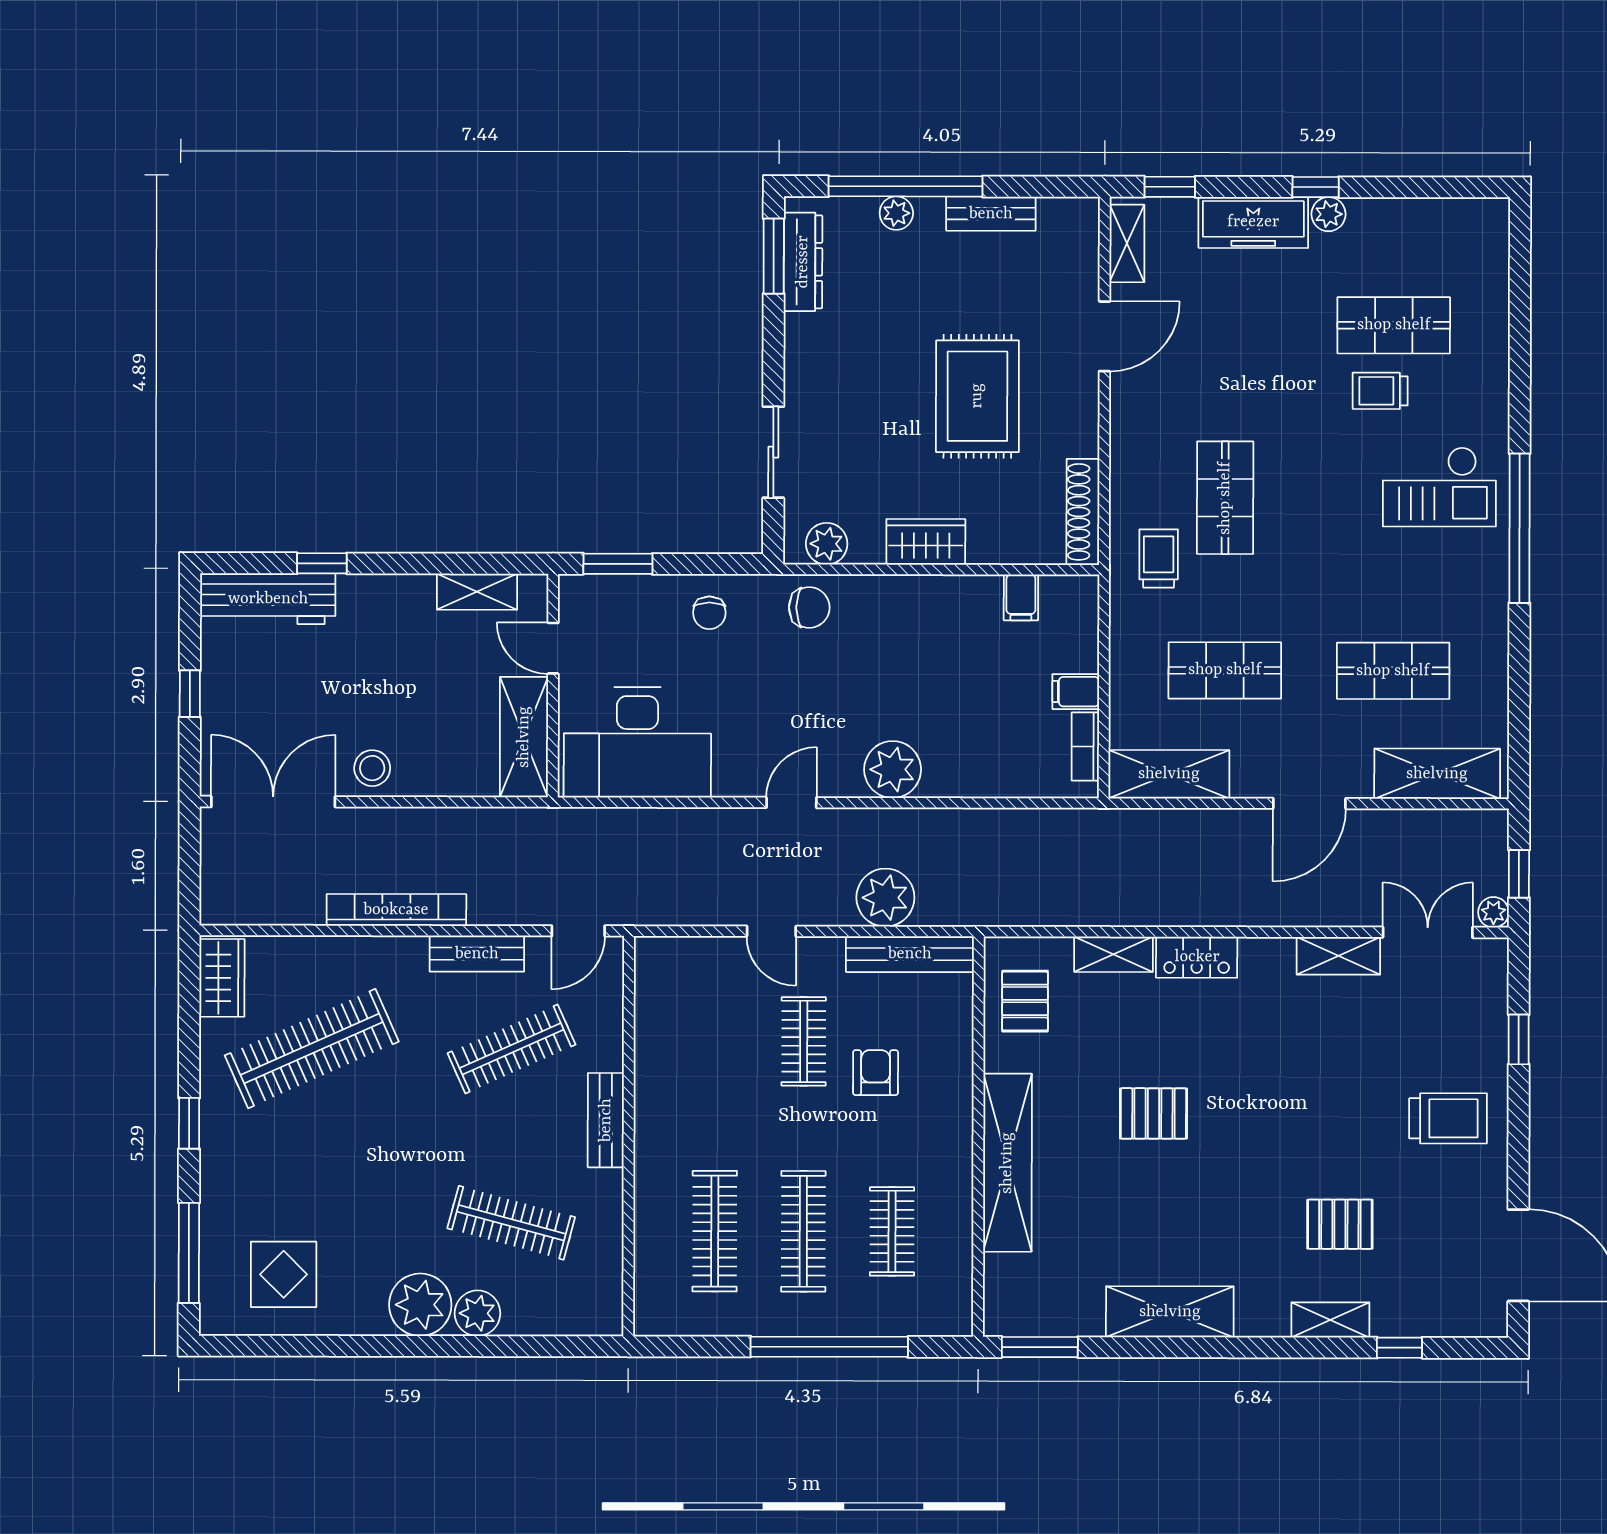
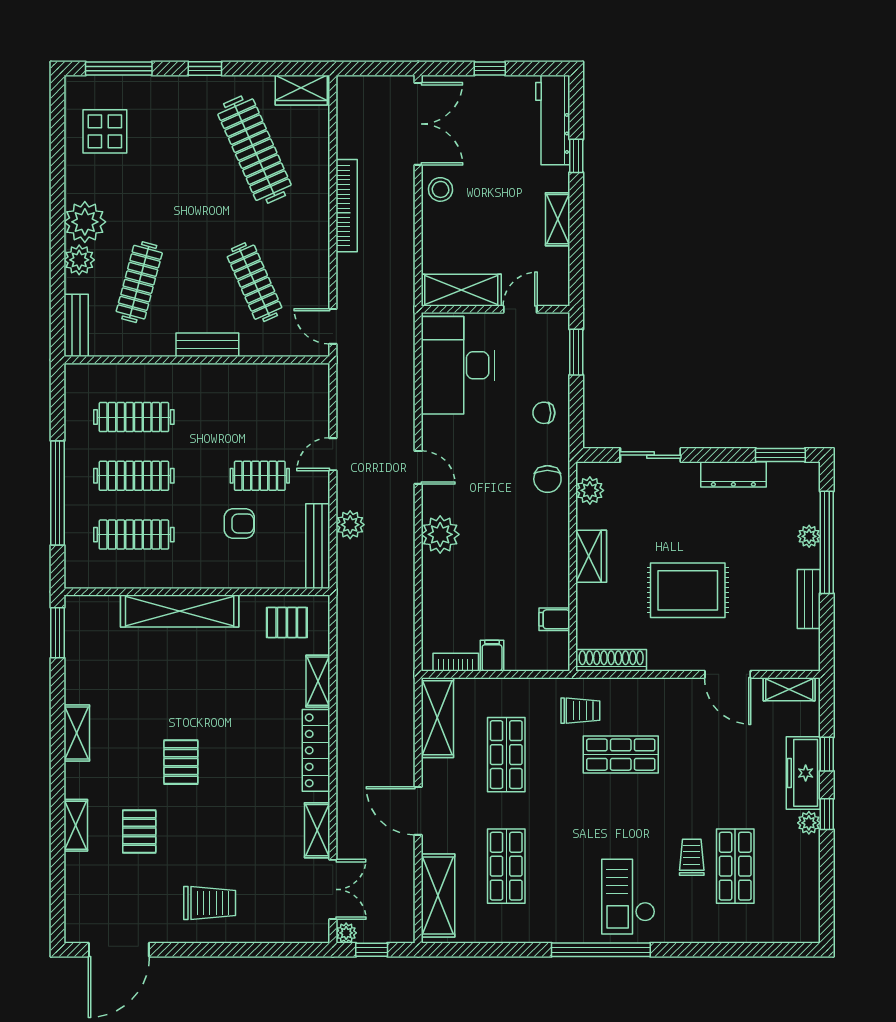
window: (1170, 187) -> (827, 754), moved
dresser: (803, 262) -> (733, 474), moved
shelving: (477, 592) -> (558, 219), moved
plant: (885, 898) -> (350, 525), width x0.73, depth x0.73
bench: (477, 954) -> (76, 325), moved
locker: (1197, 957) -> (316, 750), width x1.53
window: (1519, 1039) -> (262, 950), removed
pallet: (1153, 1113) -> (181, 762), moved
trolley: (1448, 1118) -> (210, 903), turned -90
clothes rail: (892, 1231) -> (134, 535), width x1.36
shelving: (1170, 1312) -> (77, 733), width x0.67, depth x0.75
window: (1399, 1348) -> (57, 871), removed

